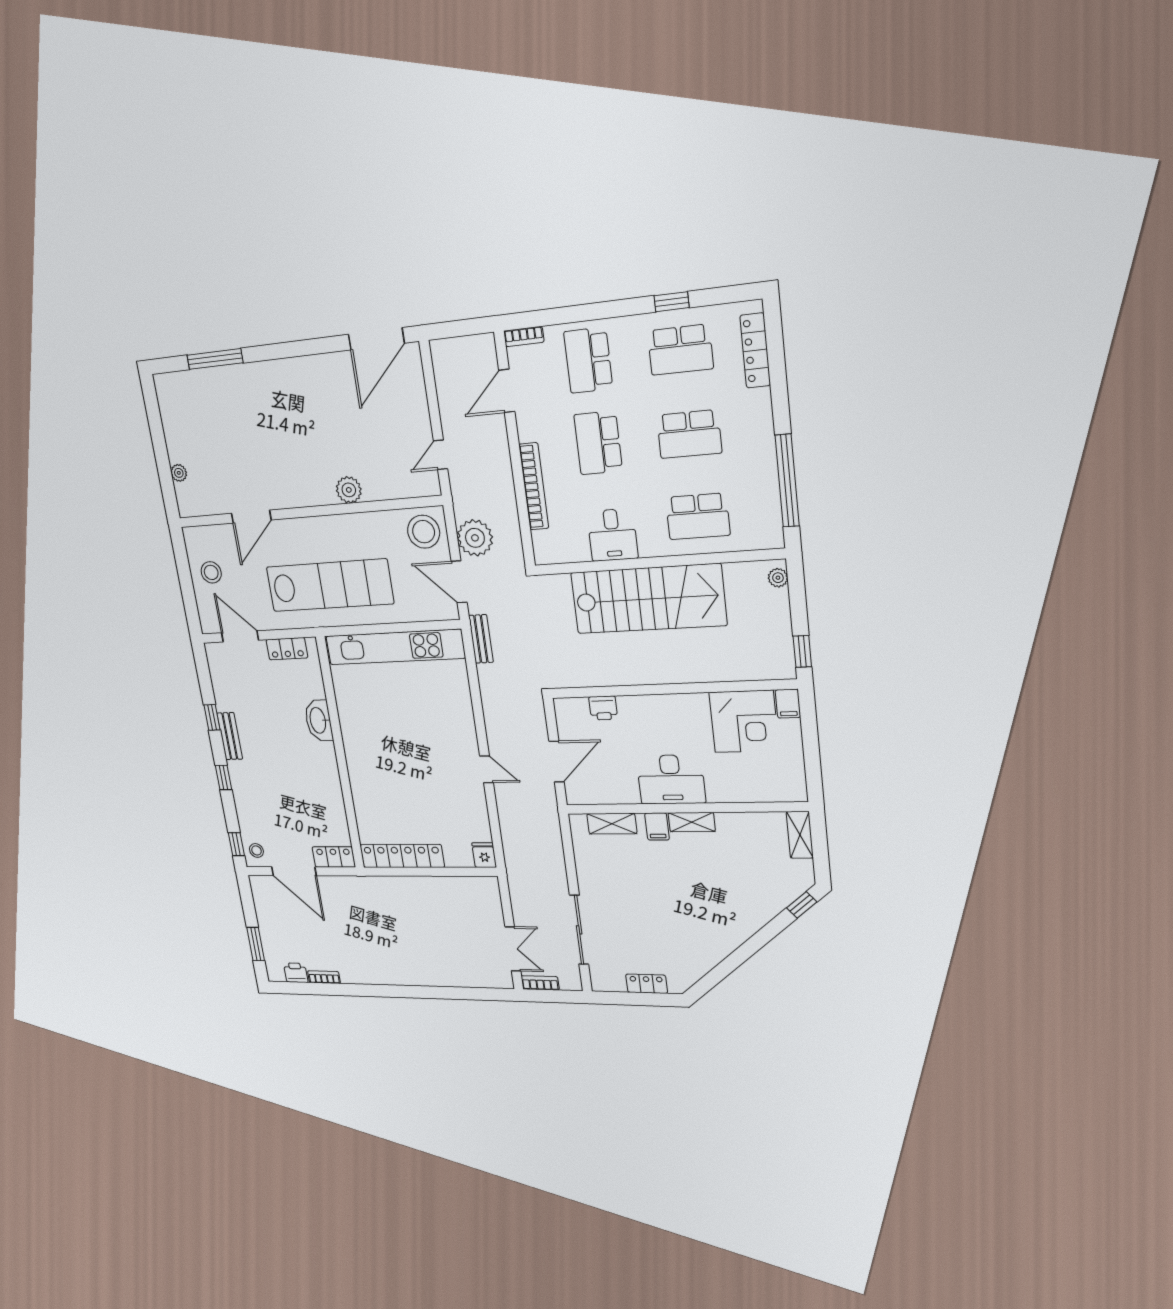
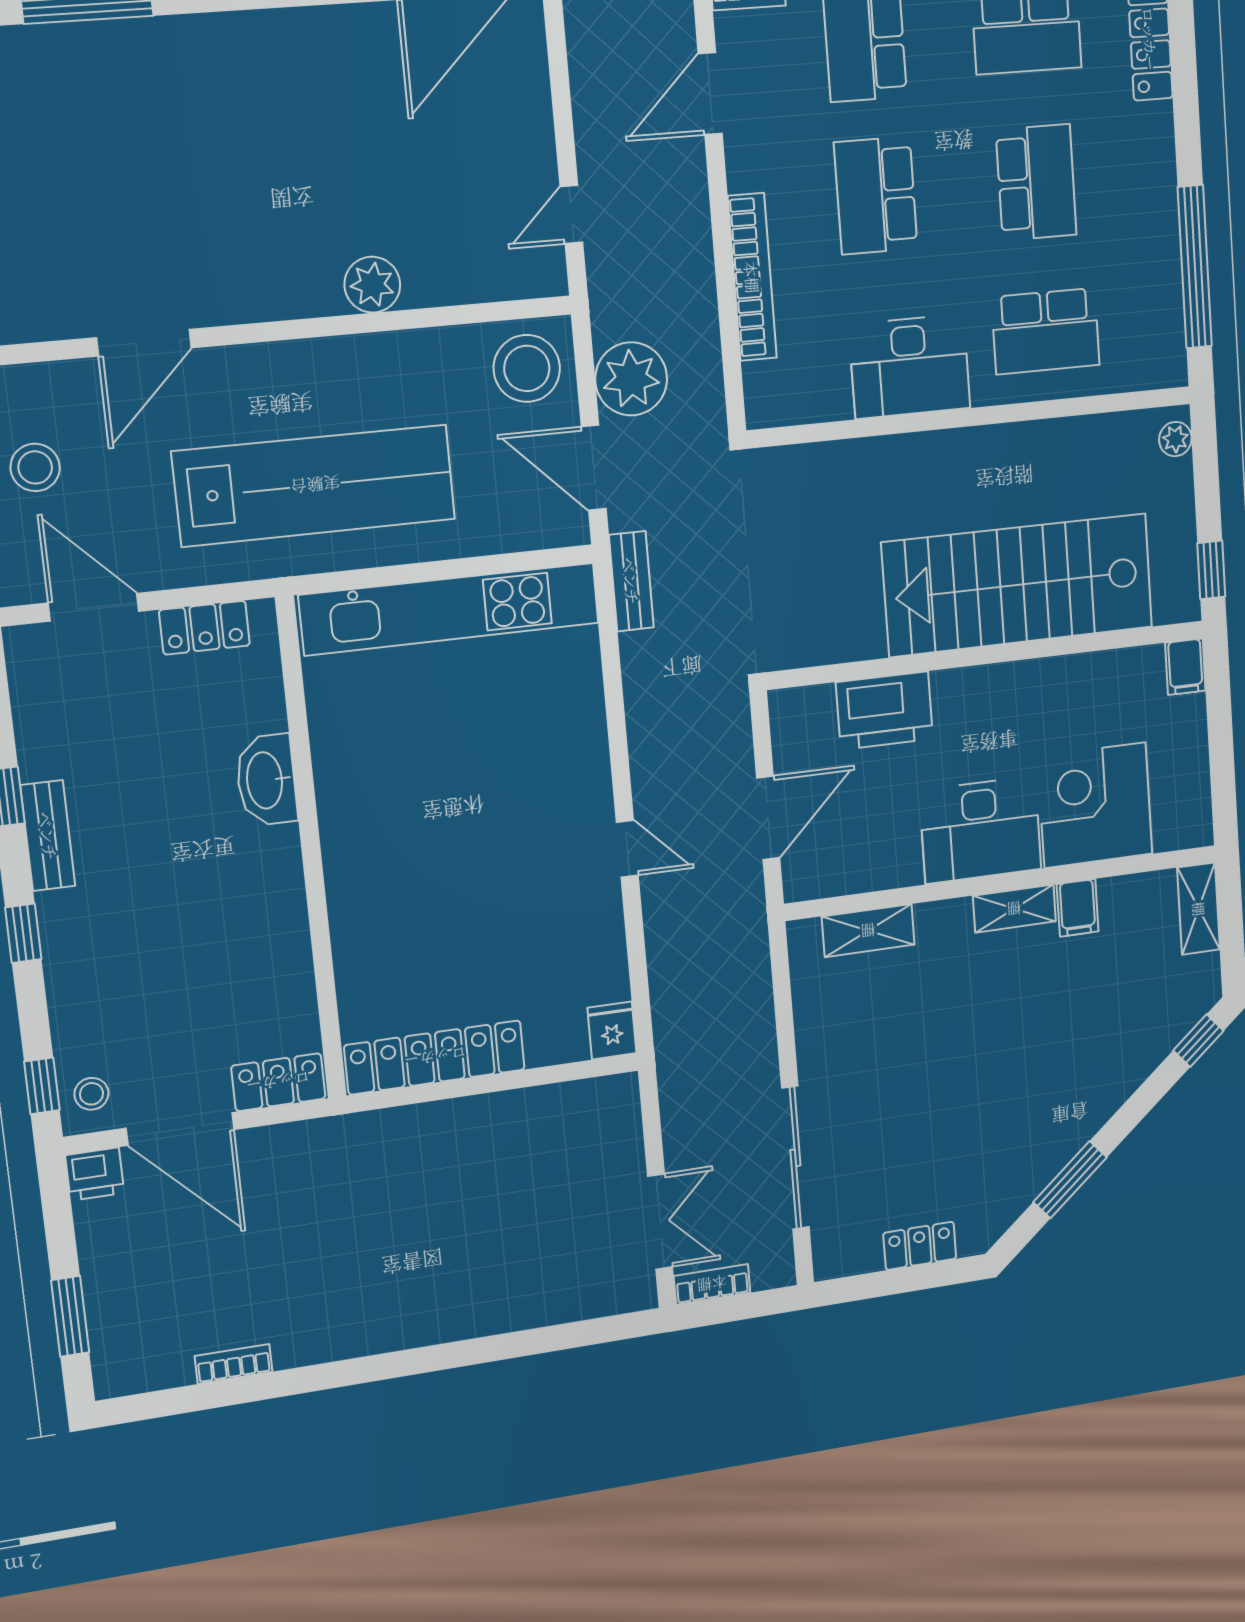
school desk: (689, 434) -> (1036, 182), turned -90
desk: (612, 535) -> (910, 367), width x1.37
stairs: (648, 599) -> (1018, 585), moved, turned 180
printer: (603, 708) -> (884, 711), width x1.87, depth x1.48
corner desk: (744, 721) -> (1095, 805), moved, turned 180
filing cabinet: (657, 826) -> (1078, 908), moved
window: (729, 965) -> (1070, 1180), added
printer: (296, 973) -> (95, 1174), moved, turned 180

